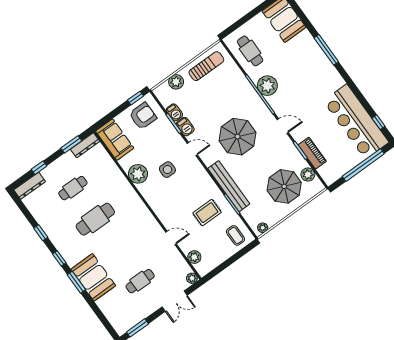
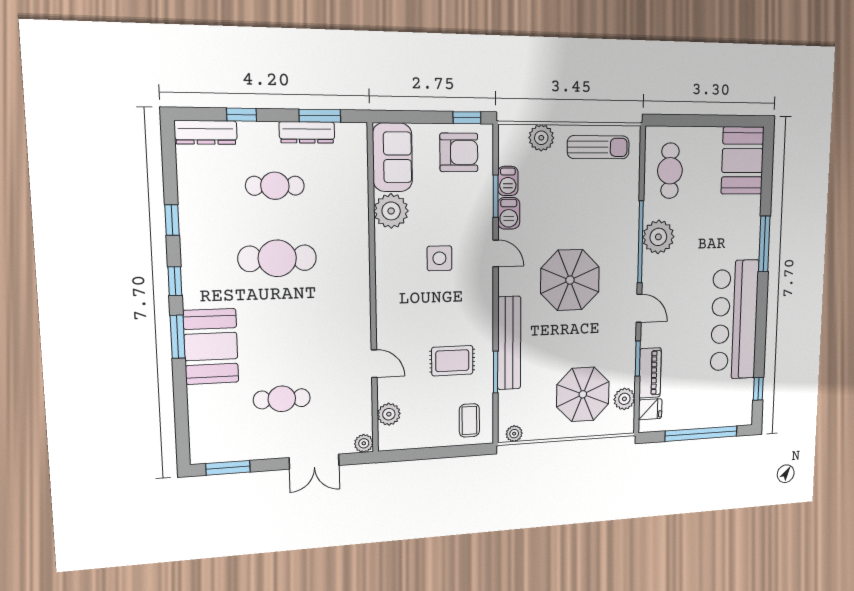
bar counter: (356, 122) -> (734, 320), moved
dresser: (85, 145) -> (307, 132), moved
fridge: (326, 171) -> (650, 409), added
plant: (138, 174) -> (391, 211), moved

